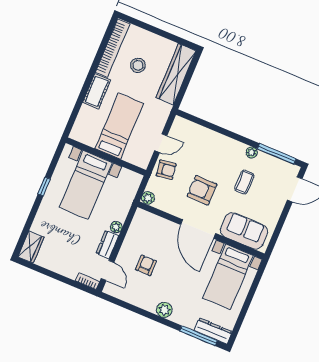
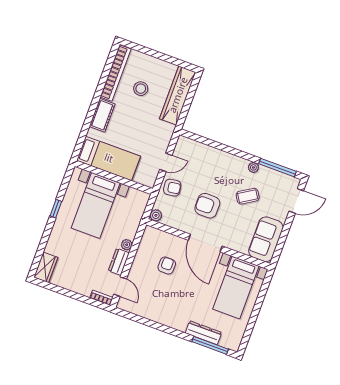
bed: (119, 126) -> (109, 158), moved, turned 90
coffee table: (244, 182) -> (248, 196), turned 58
sofa: (244, 231) -> (266, 239), moved, turned -90
armchair: (146, 265) -> (167, 266), moved
plant: (164, 310) -> (176, 322), removed
dresser: (213, 331) -> (203, 333), moved

